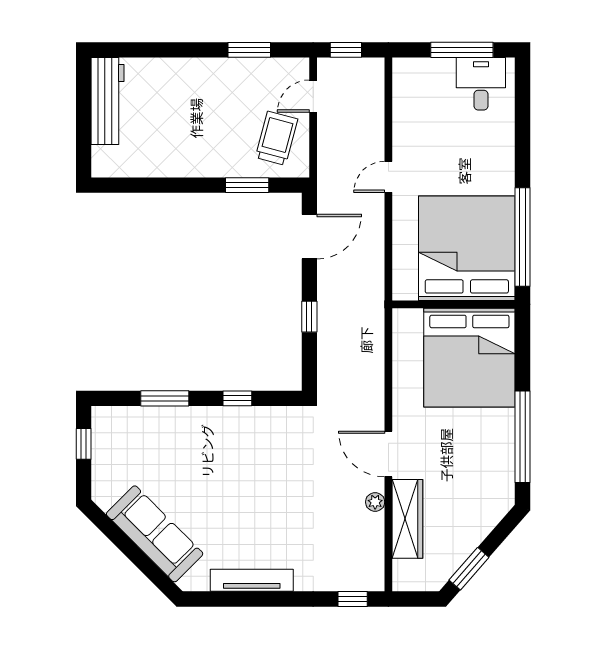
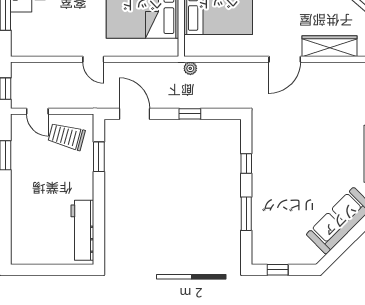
workbench: (108, 101) -> (82, 230), moved, turned -90
plant: (375, 502) -> (190, 68), moved

